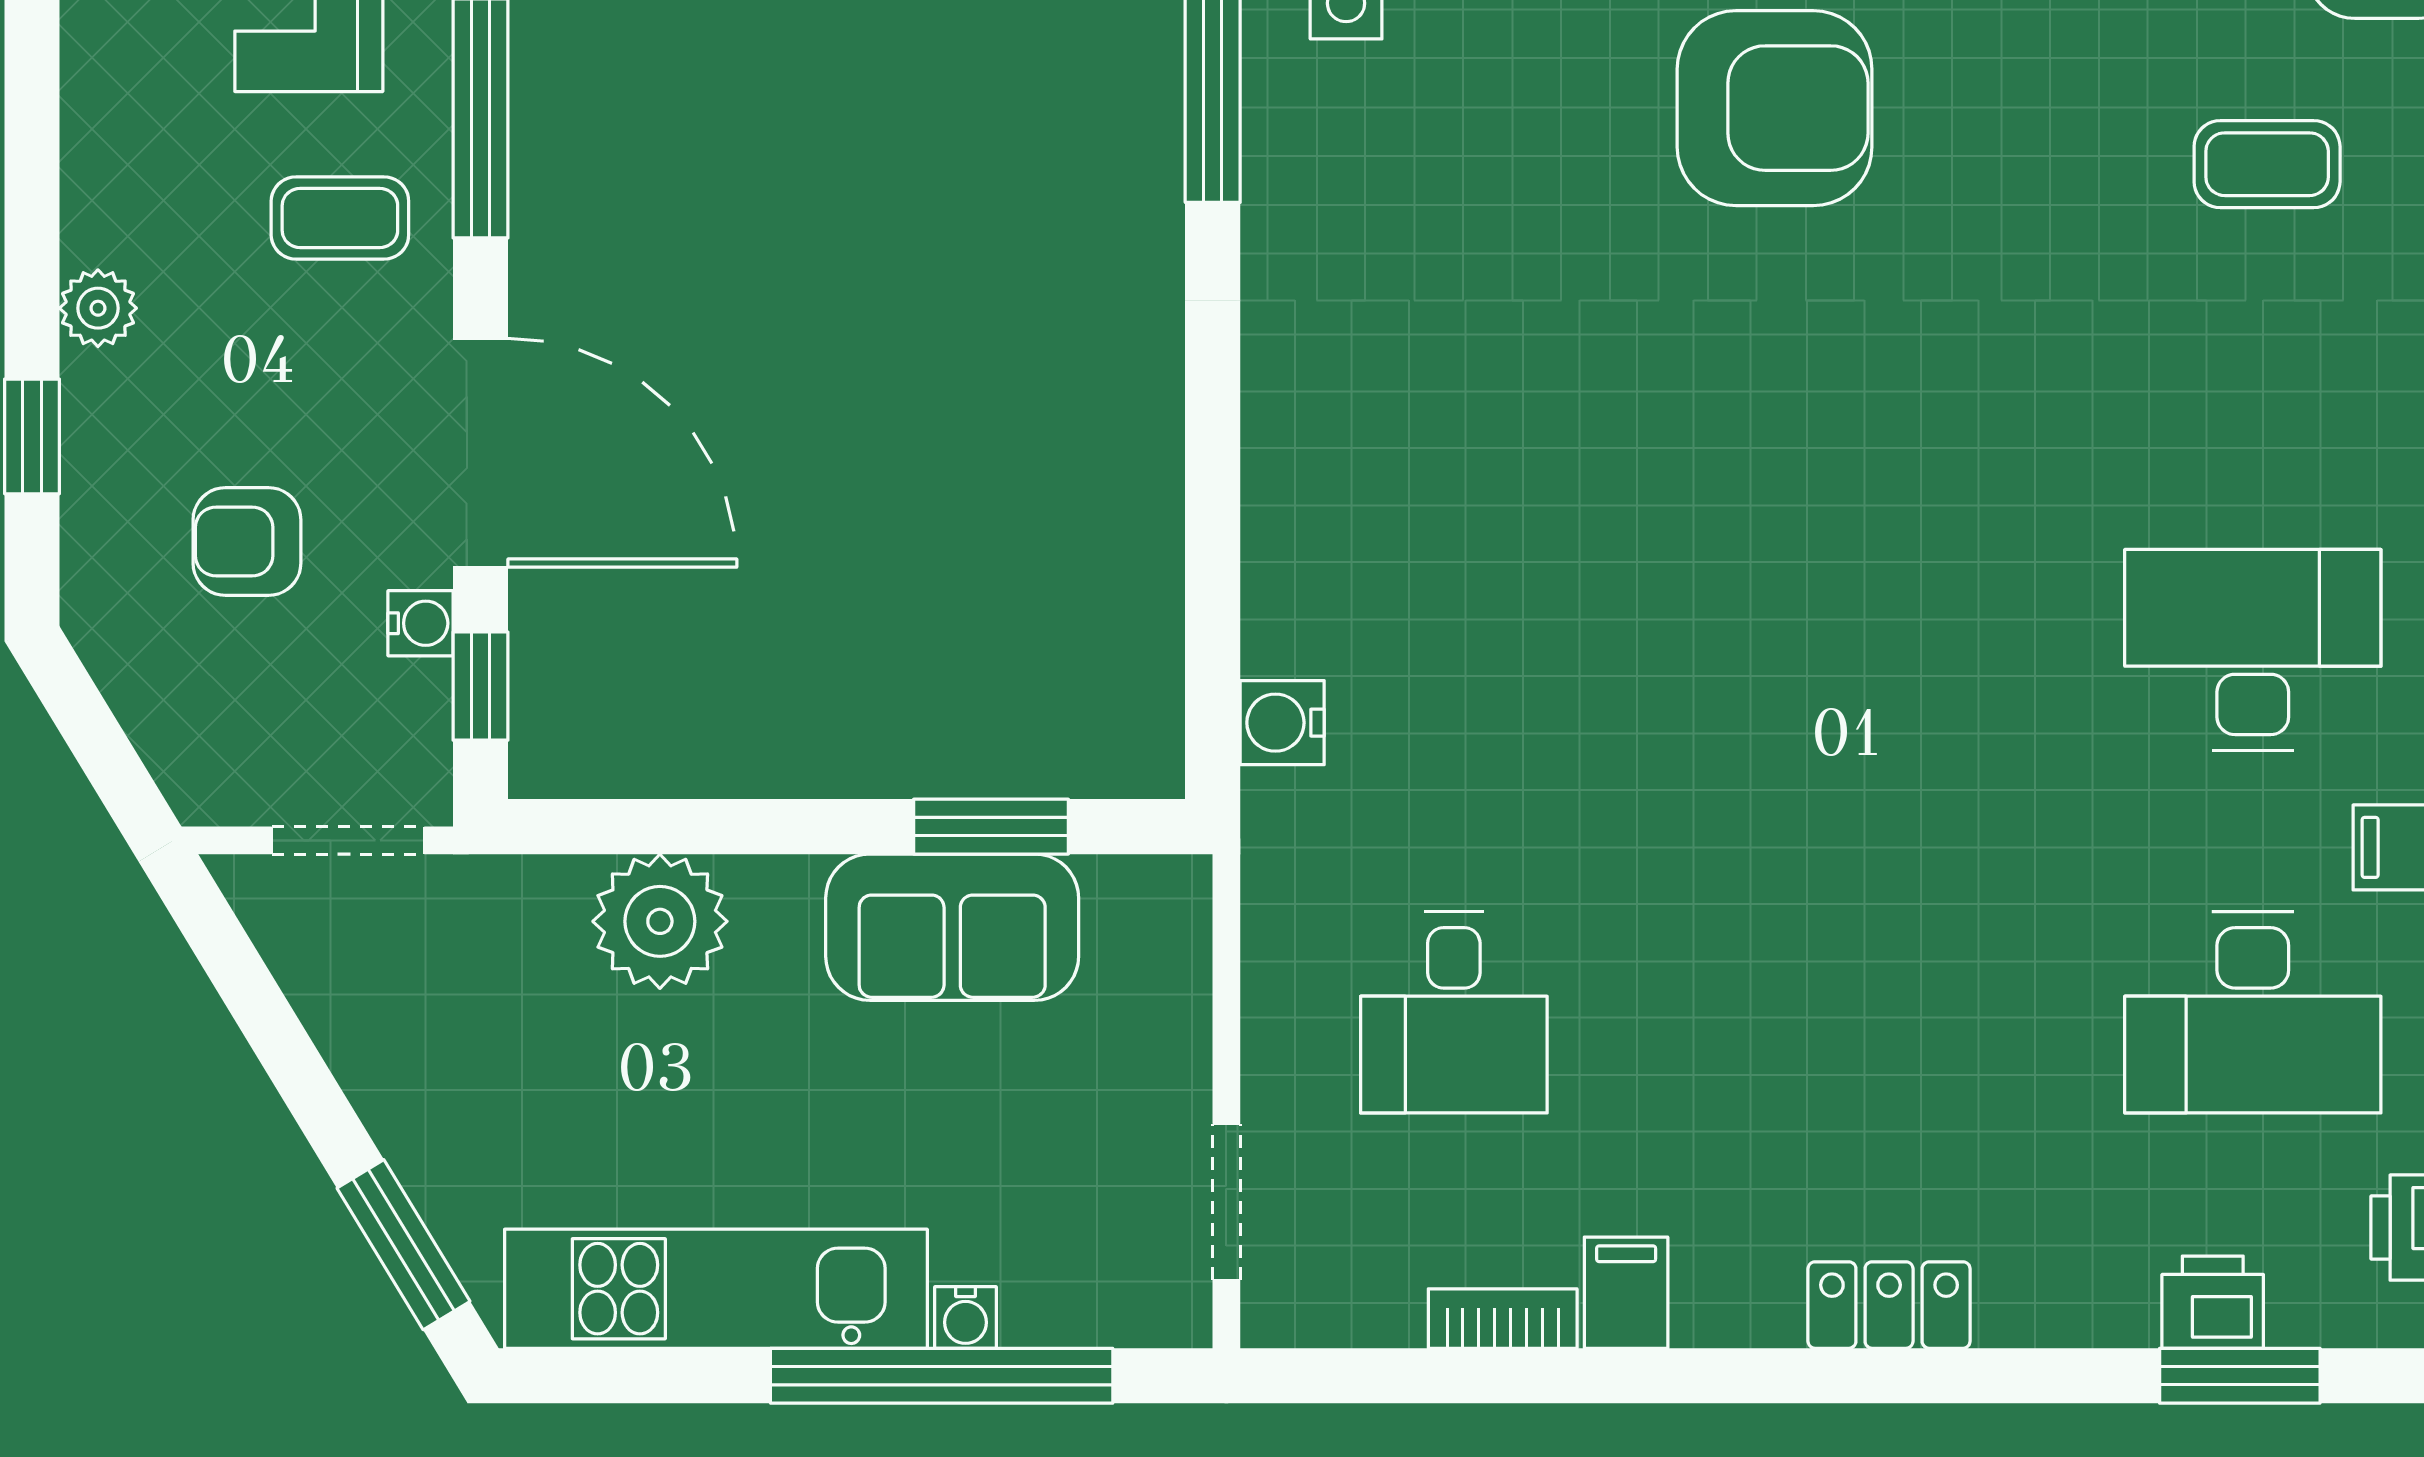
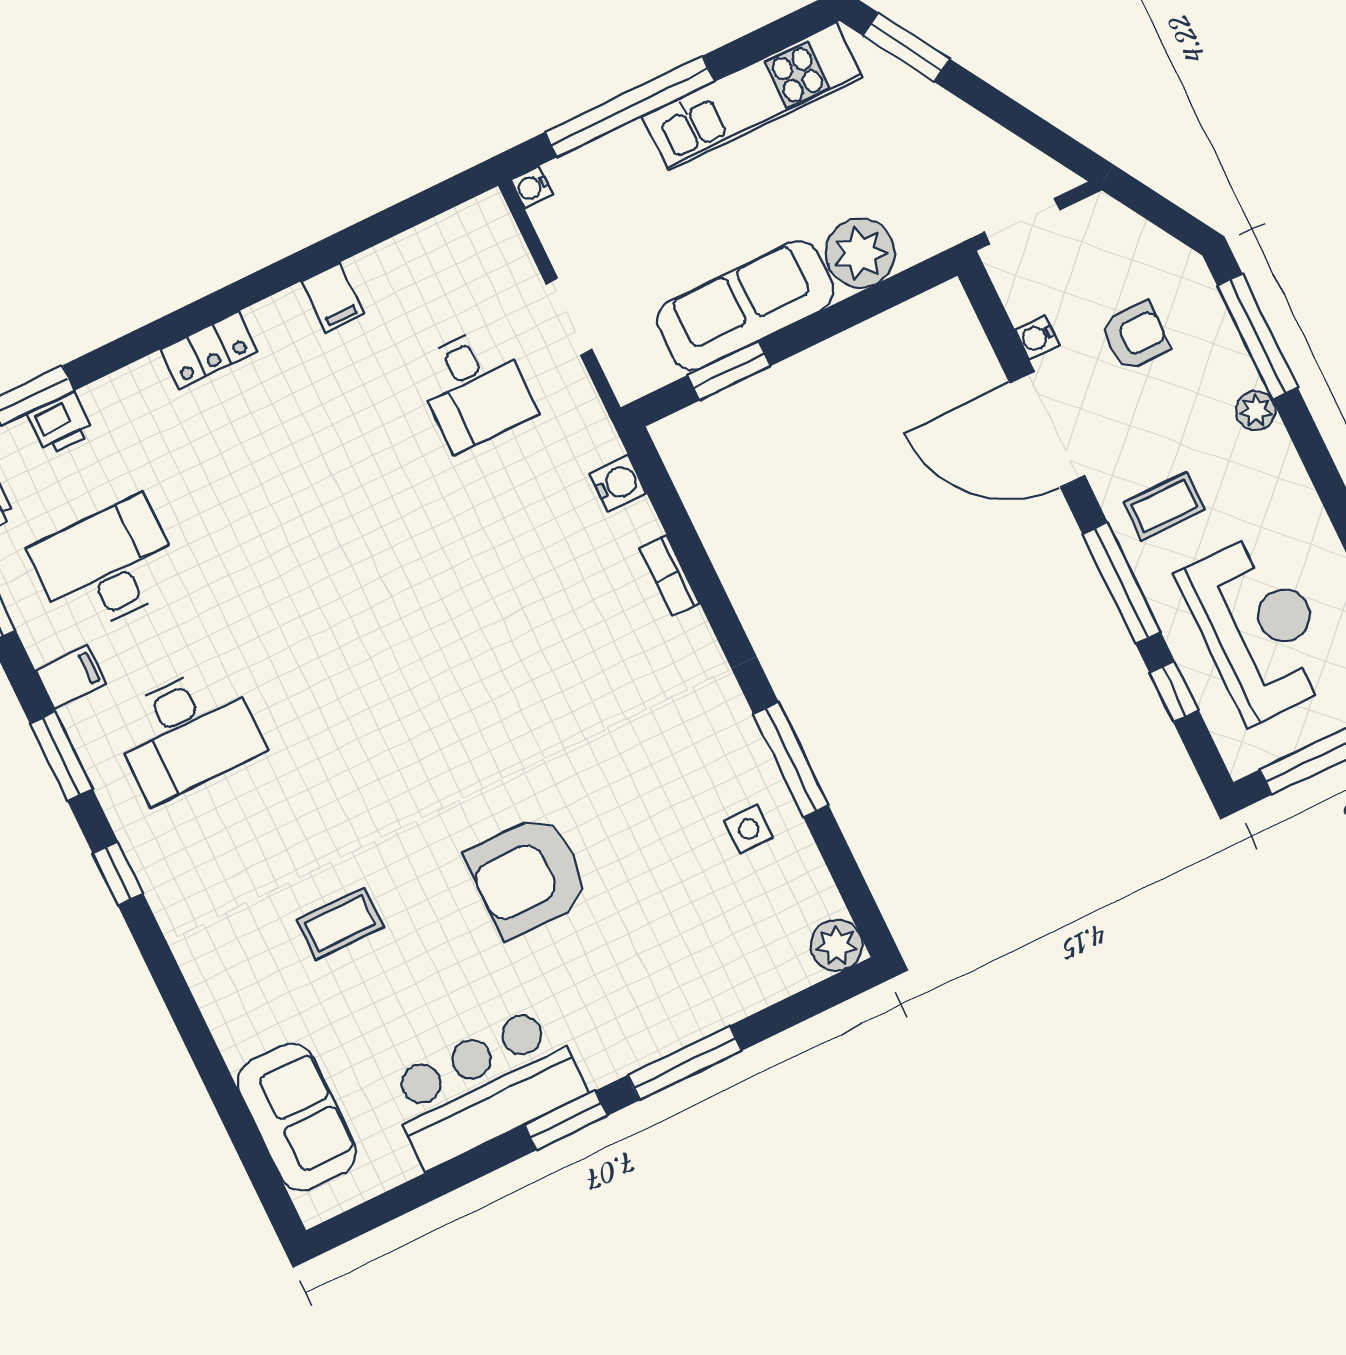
coffee table: (2267, 164) -> (340, 923), moved
window: (32, 436) -> (1257, 337), width x2.17
window: (480, 686) -> (995, 322), removed
sofa: (952, 927) -> (745, 306), width x1.36
desk: (1454, 1012) -> (474, 388), turned 180
doorway: (1226, 1202) -> (569, 317), moved
water cooler: (966, 1317) -> (532, 187), moved, turned -90
bookcase: (1503, 1319) -> (670, 576), moved, turned 90

